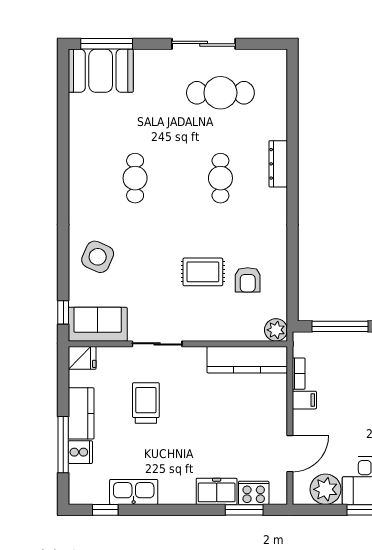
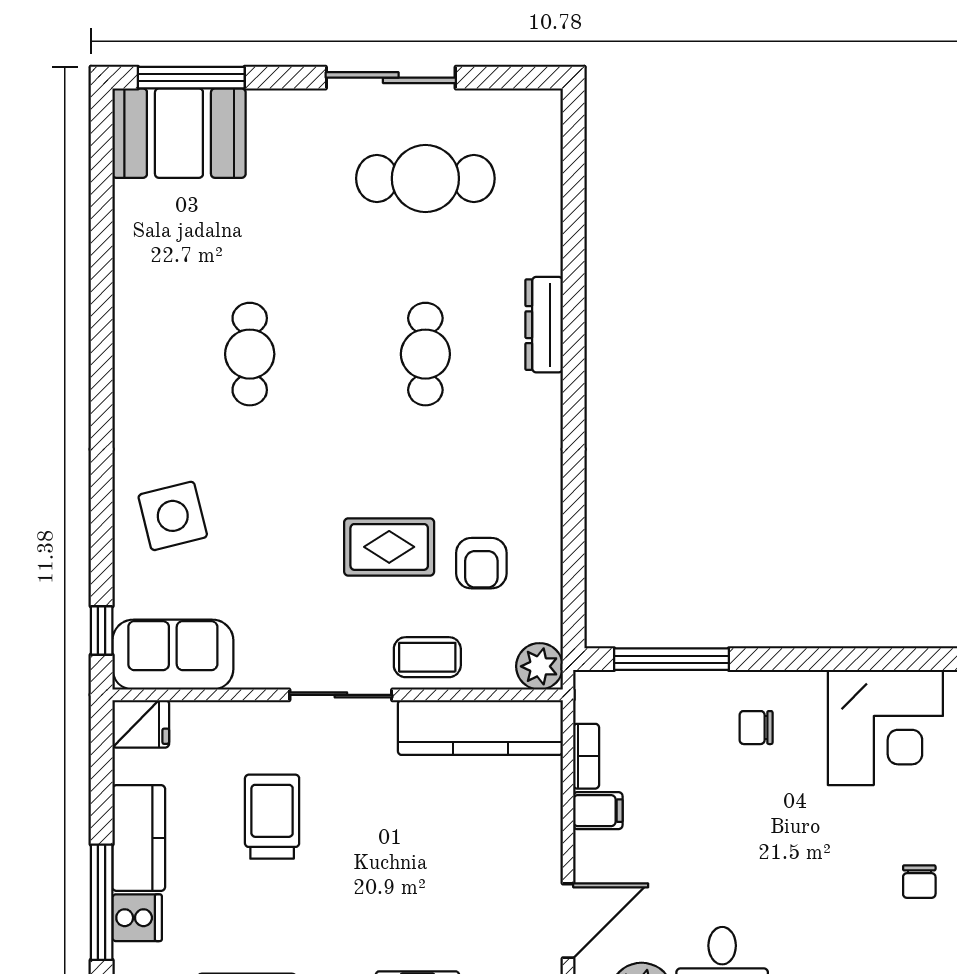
side table: (98, 257) -> (173, 516), turned -38
coffee table: (221, 325) -> (427, 657), added
sliding door: (157, 344) -> (341, 695), moved

